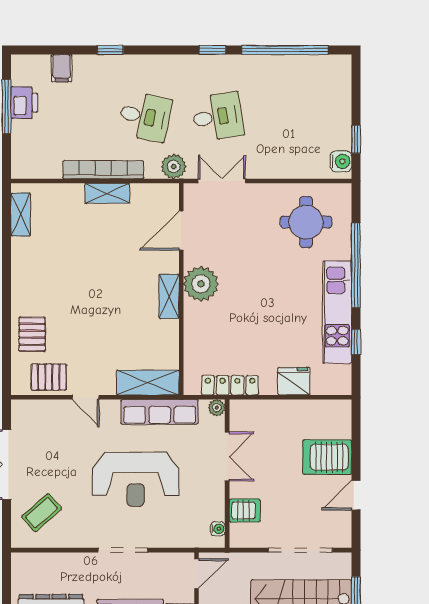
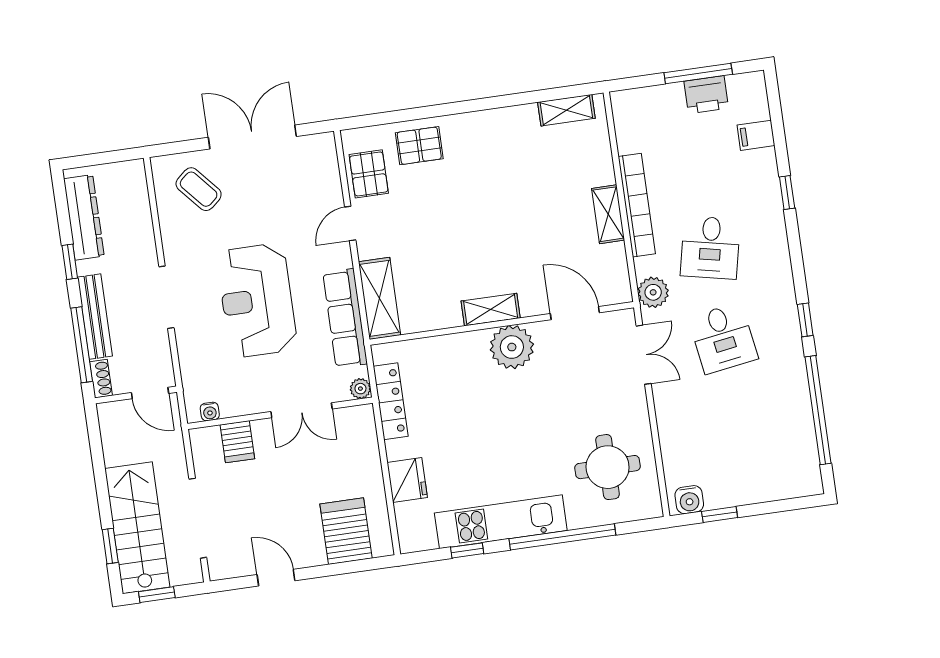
server rack: (327, 457) -> (346, 531), moved

